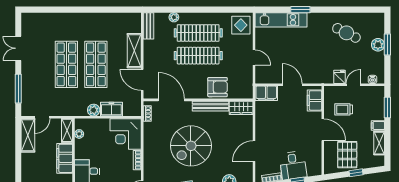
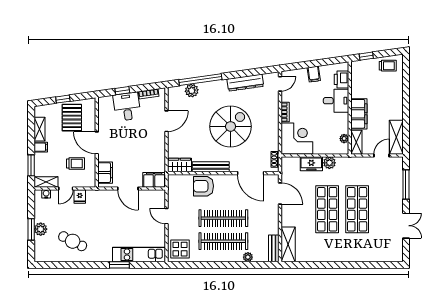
shelving: (134, 51) -> (288, 244), moved
shelving: (373, 91) -> (46, 182), added

